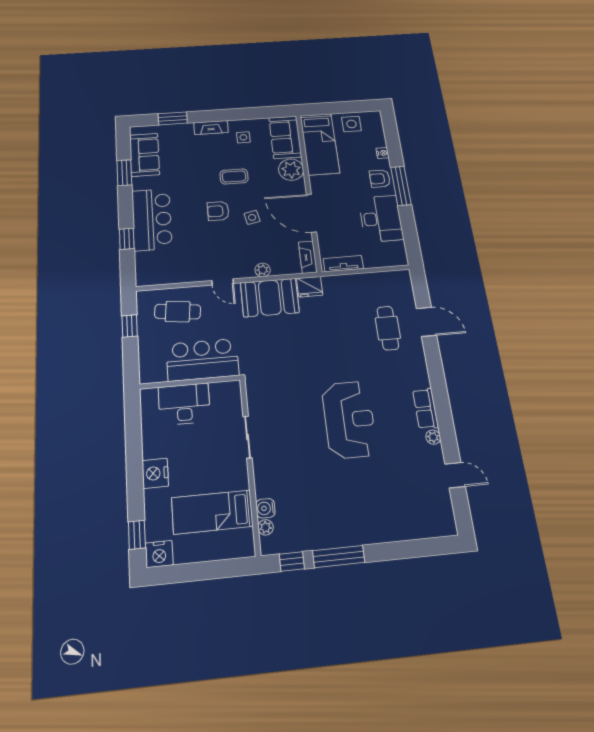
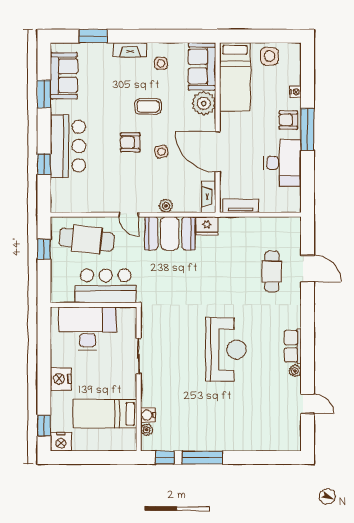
cafe table: (178, 312) -> (87, 240), width x1.37, depth x1.35
desk: (184, 404) -> (88, 328), width x1.36, depth x1.30

